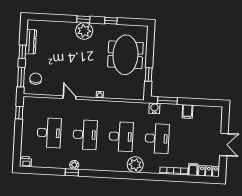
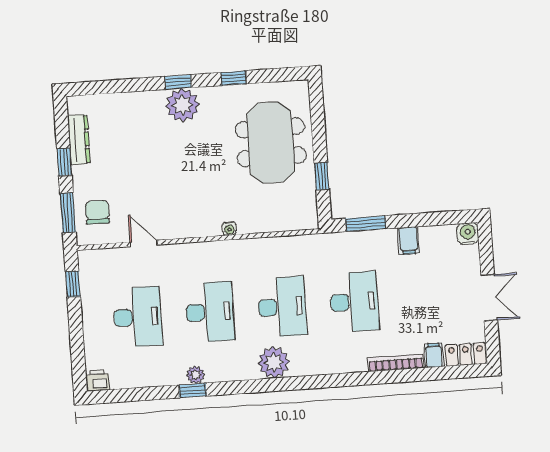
door: (69, 98) -> (144, 243), moved
water cooler: (154, 108) -> (468, 233), moved
plant: (135, 165) -> (274, 362), moved

